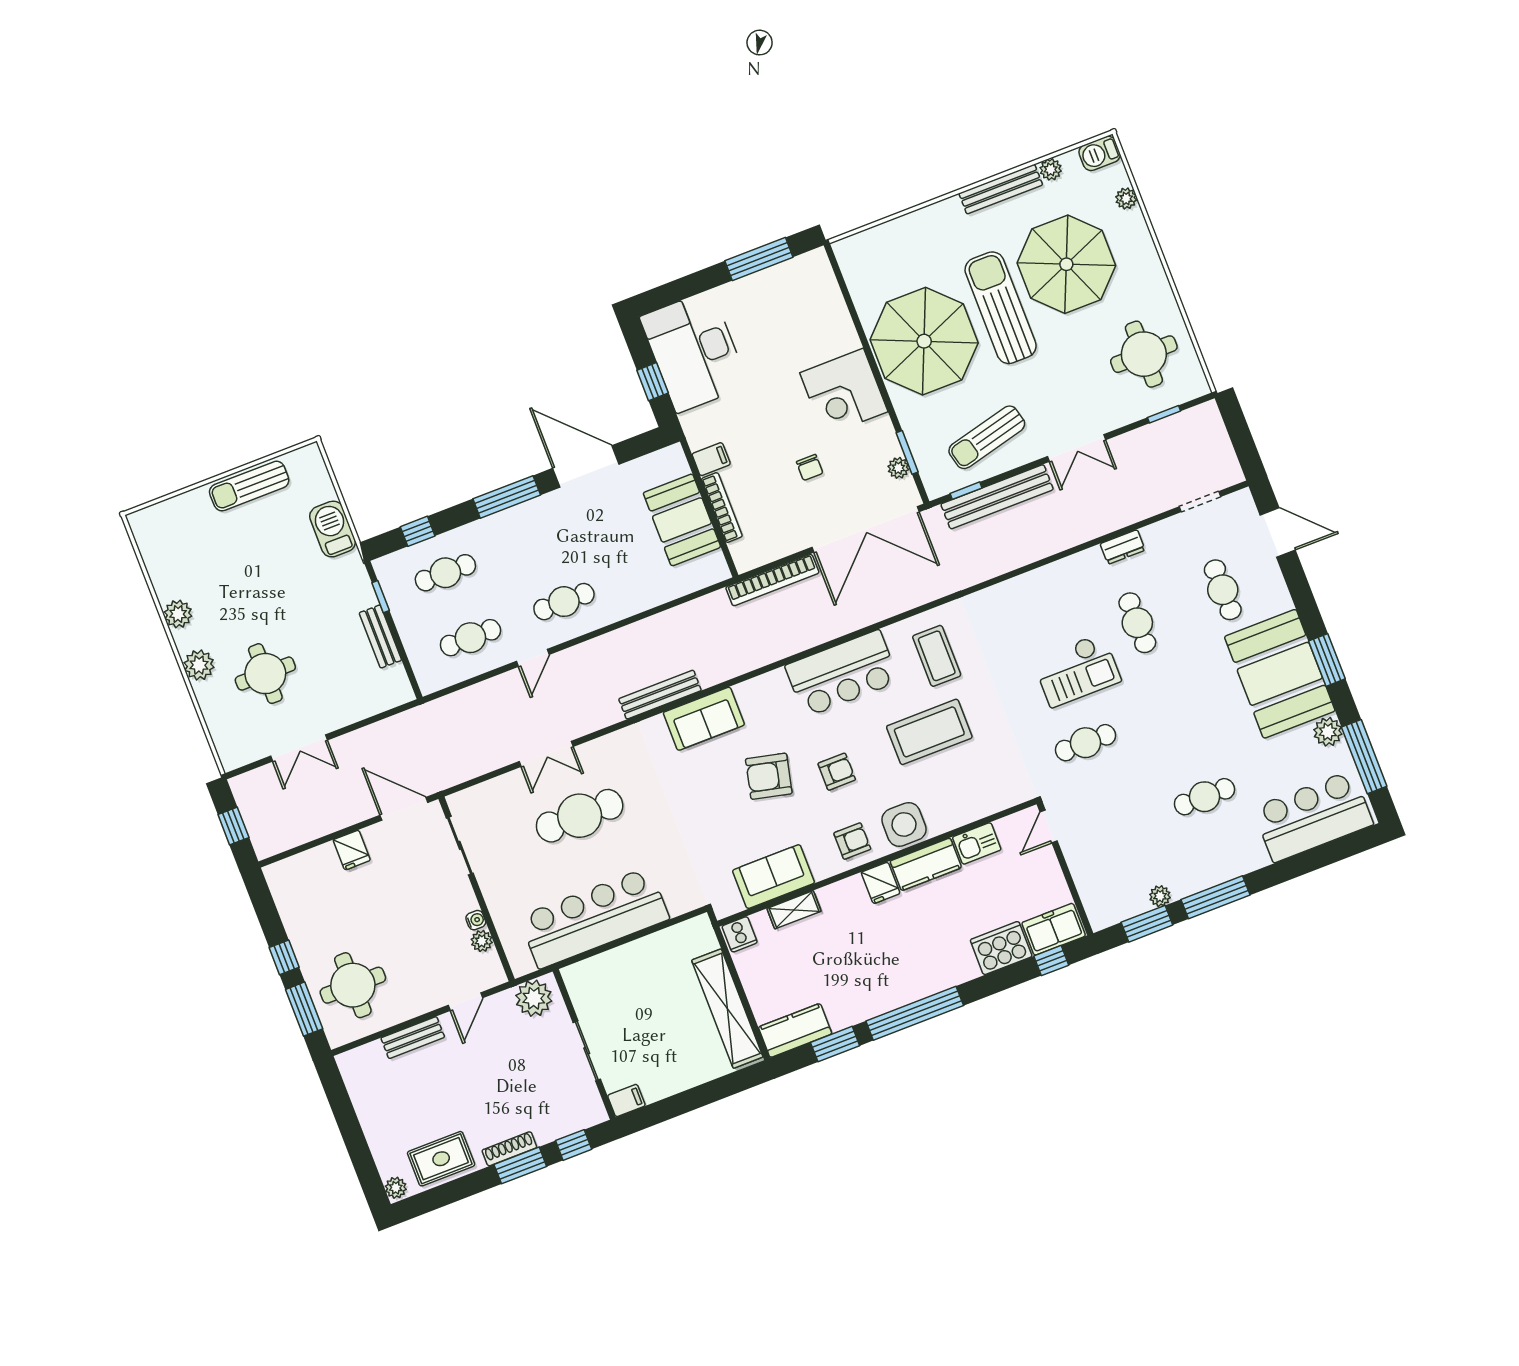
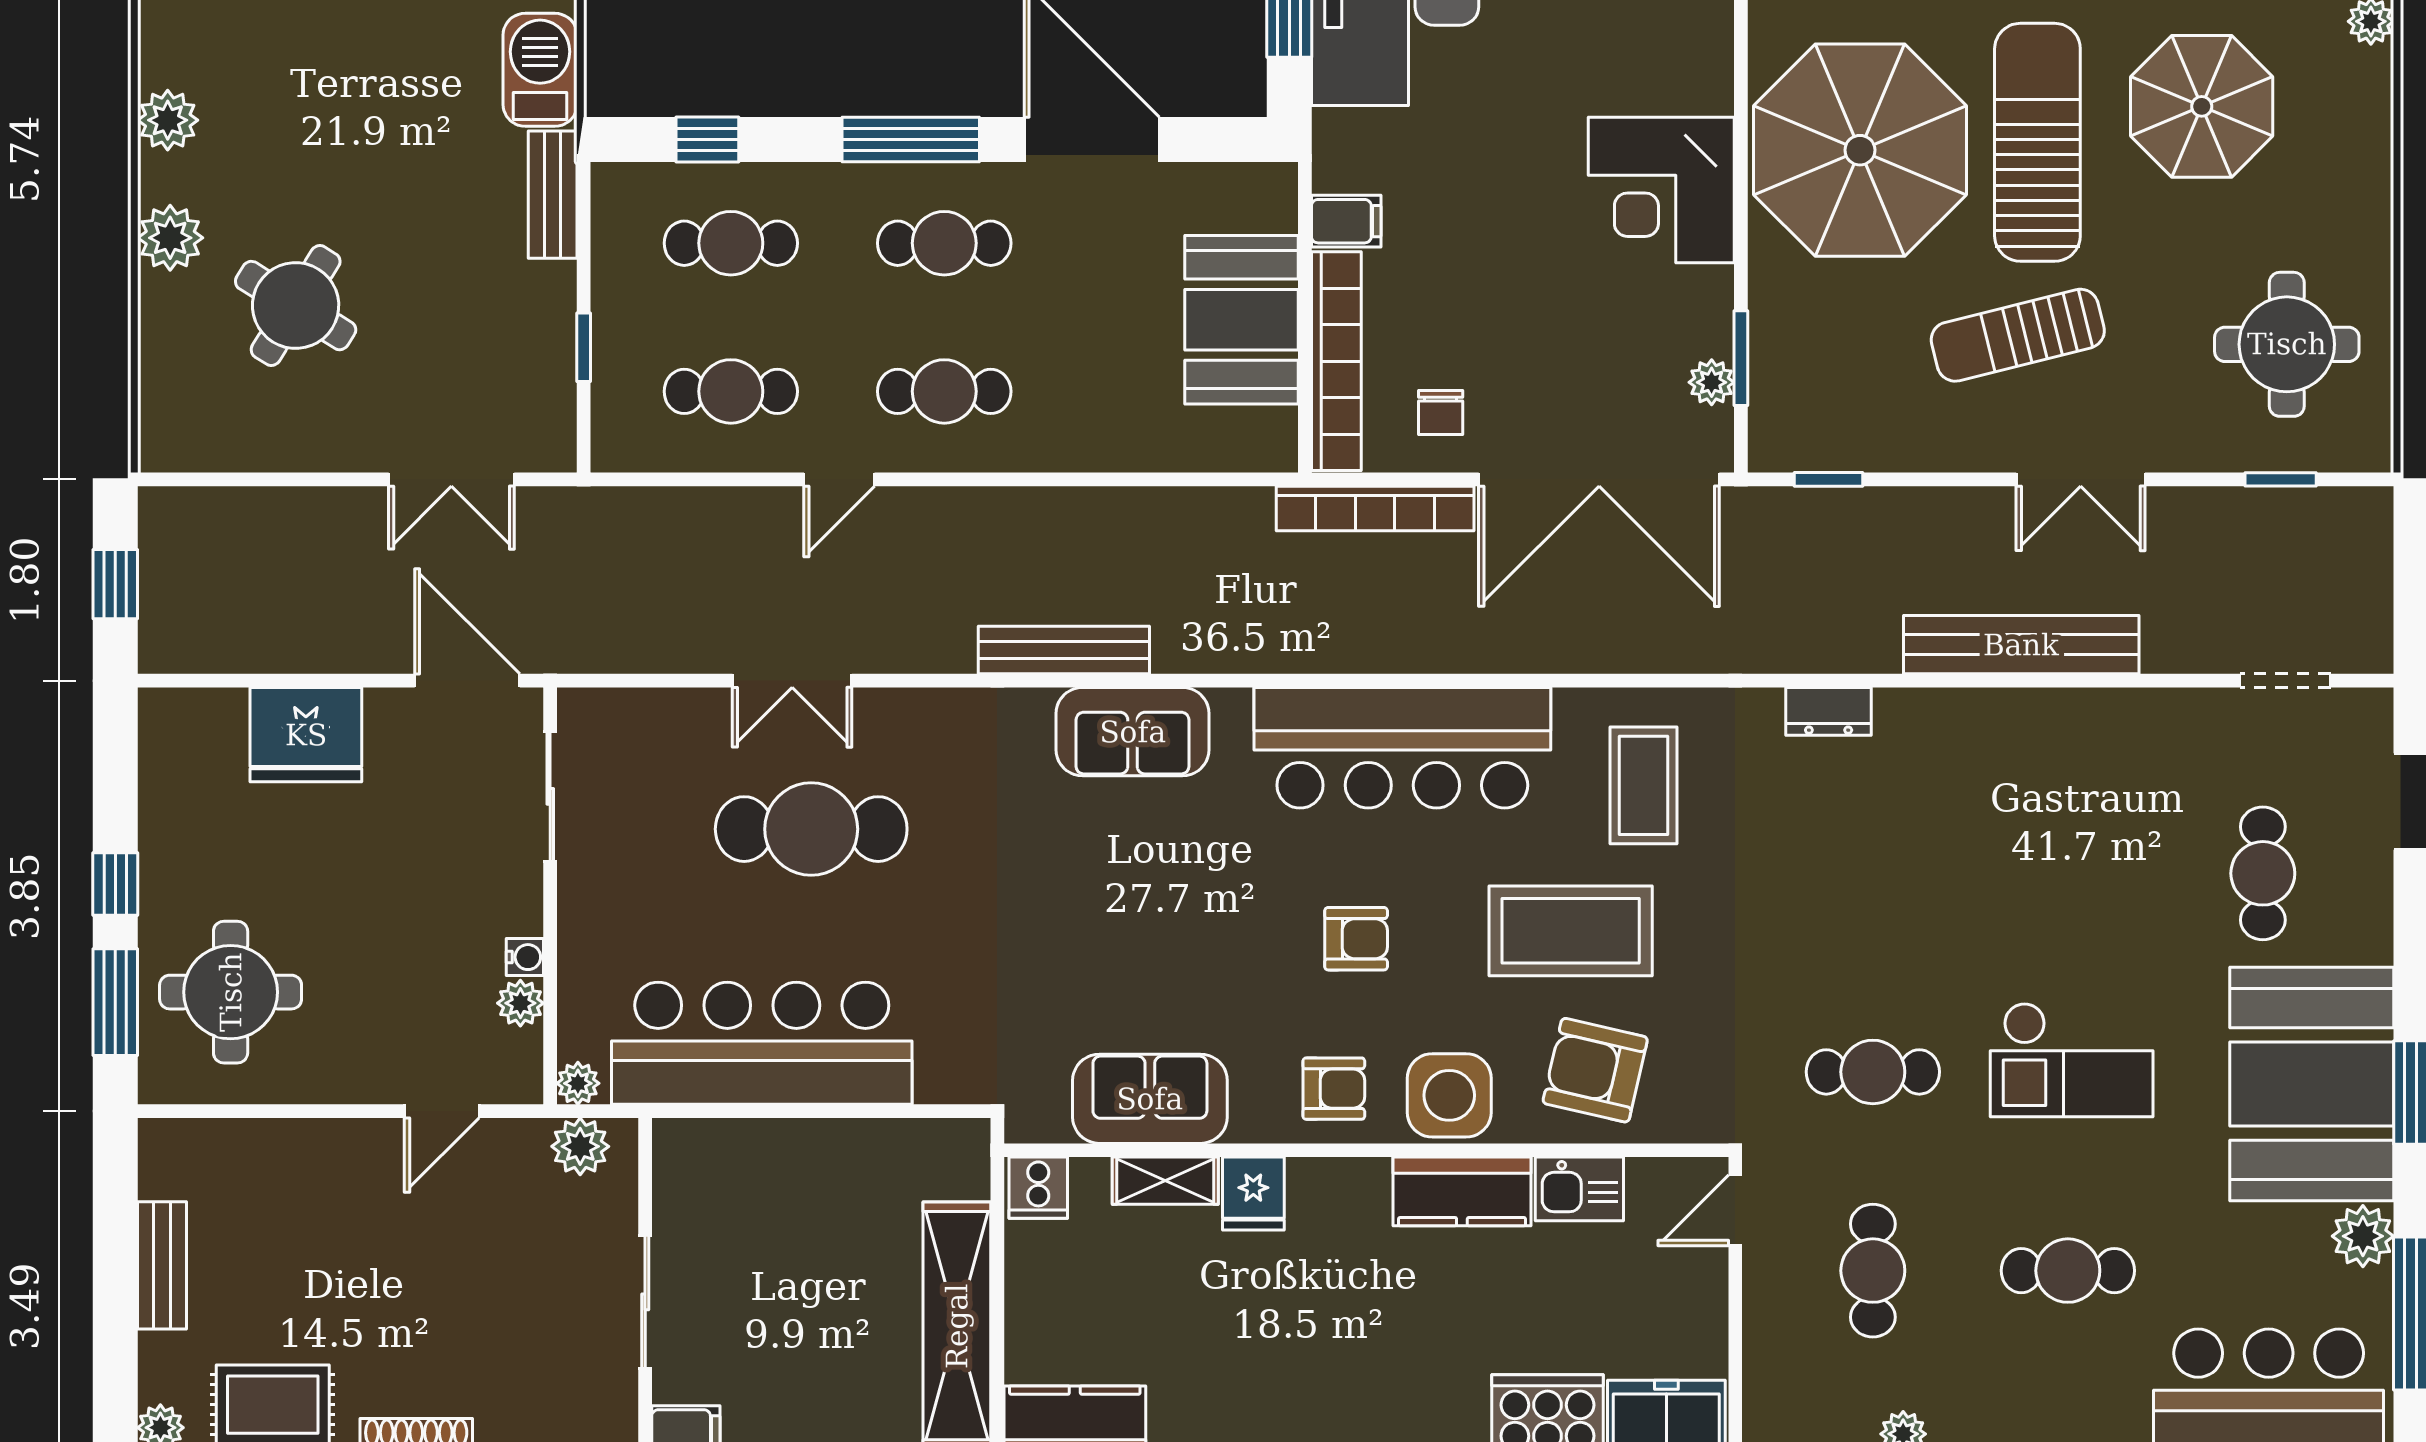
parasol: (1066, 264) -> (2202, 106), width x0.73, depth x0.73
sun lounger: (987, 437) -> (2018, 335), moved
chair: (810, 467) -> (1441, 412), moved
bench: (997, 497) -> (2021, 645), moved
bookcase: (722, 508) -> (1336, 361), width x1.48, depth x1.31
cafe table: (539, 537) -> (944, 243), added
dresser: (1123, 547) -> (1829, 711), moved
window: (381, 597) -> (584, 347), moved
cafe table: (1137, 623) -> (1873, 1271), moved
bench: (380, 636) -> (553, 195), moved
checkout: (1077, 670) -> (2072, 1060), moved
round table: (265, 674) -> (296, 306), turned 32
bar counter: (842, 674) -> (1402, 748), width x1.36
double door: (299, 748) -> (451, 479), moved
armchair: (769, 776) -> (1595, 1070), moved
fridge: (352, 850) -> (306, 735), width x1.88, depth x1.34
fridge: (881, 883) -> (1253, 1194), moved
plant: (520, 966) -> (578, 1083), added
plant: (534, 998) -> (580, 1146), width x0.73, depth x0.73
bench: (413, 1038) -> (162, 1265), moved, turned 90

